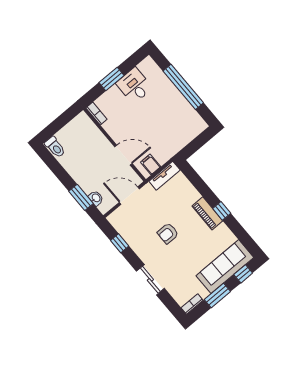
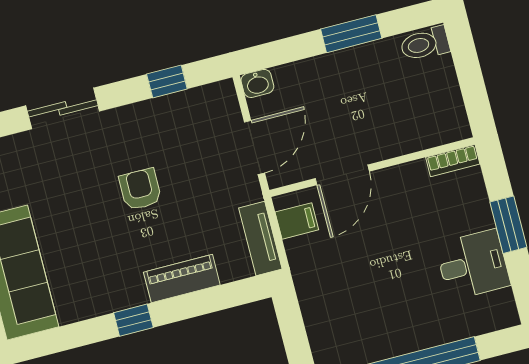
window: (81, 197) -> (351, 34), moved
washbasin: (96, 198) -> (257, 83), moved
piano: (207, 213) -> (182, 279), moved

